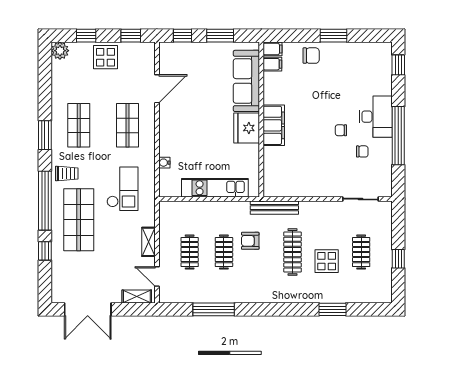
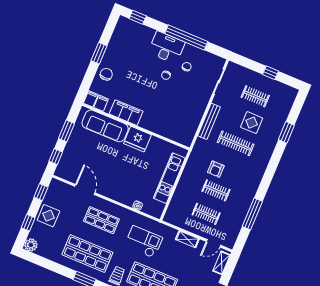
shop shelf: (79, 125) -> (87, 254), width x1.43, depth x1.36
filing cabinet: (274, 125) -> (126, 113), moved
bench: (274, 208) -> (209, 121), moved

